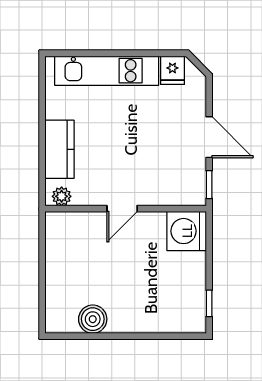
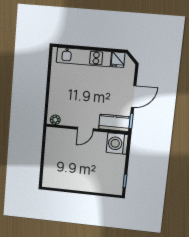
door: (209, 137) -> (134, 96), hinge flipped
kitchen counter: (60, 149) -> (114, 123), moved, turned -90
boiler: (93, 319) -> (66, 182), removed

